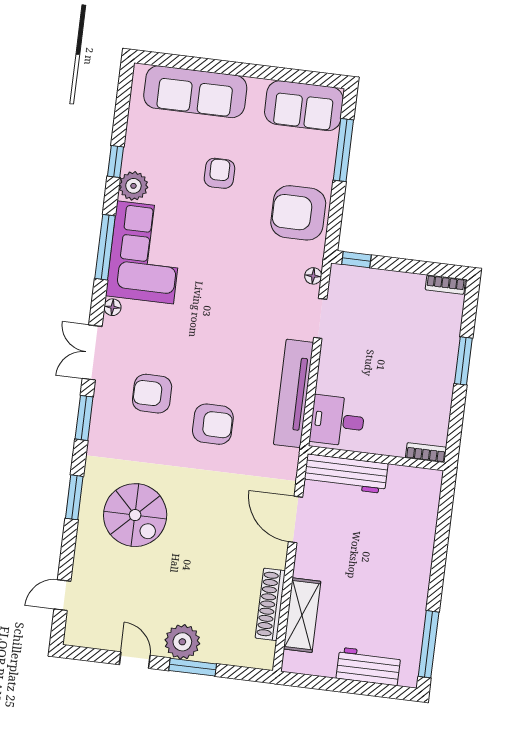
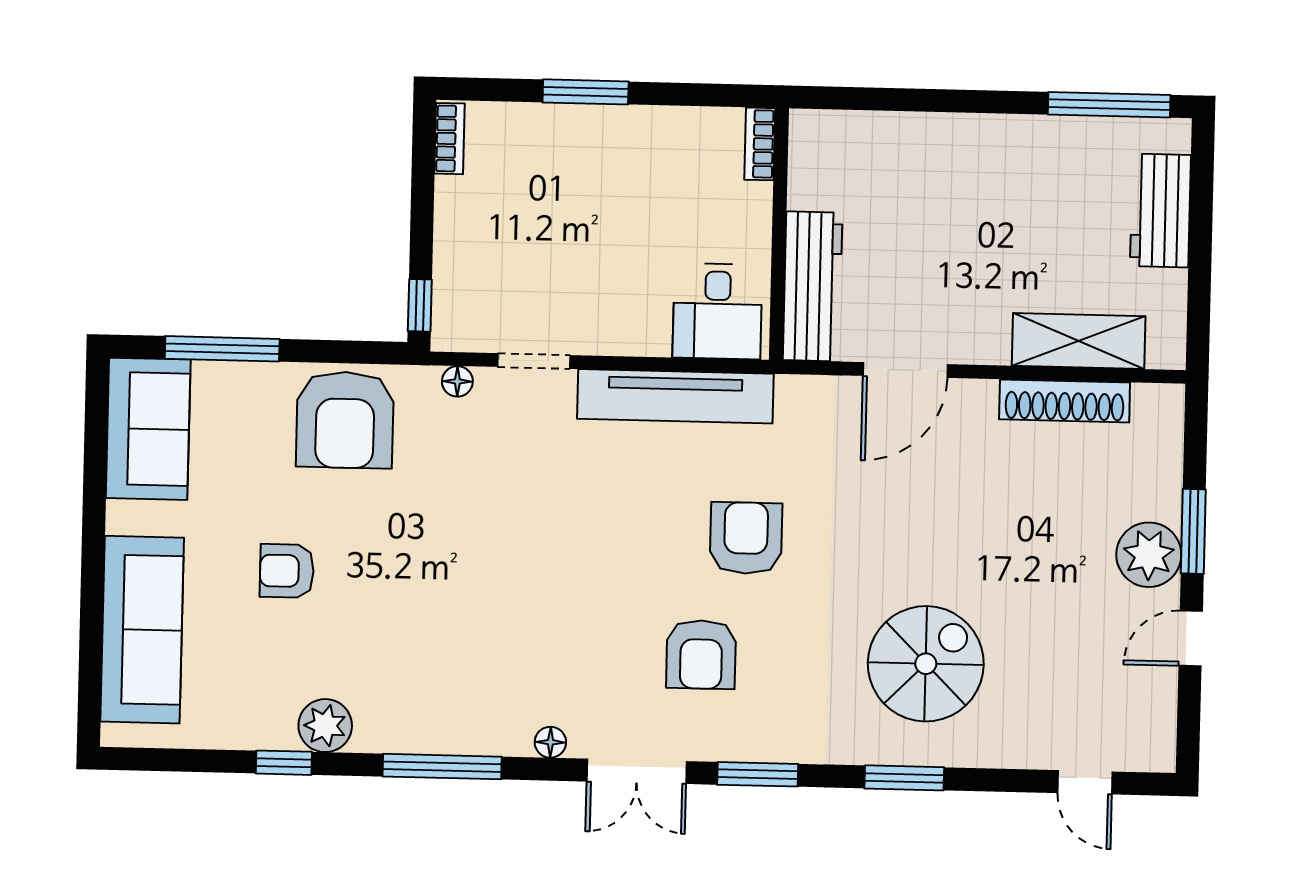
corner sofa: (145, 252) -> (444, 692), removed

